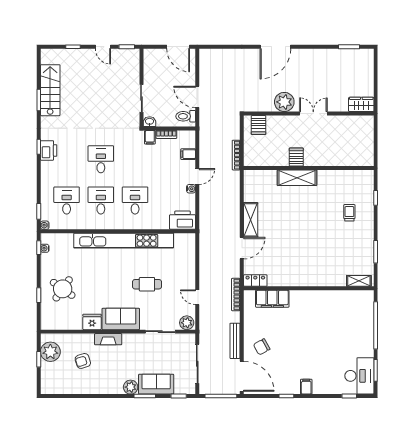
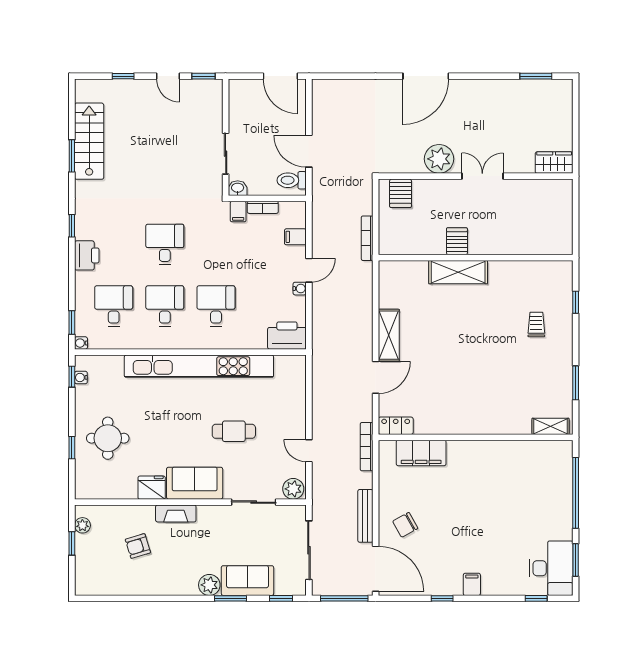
printer: (49, 150) -> (87, 255), moved
round table: (63, 289) -> (108, 438), turned -35
plant: (50, 352) -> (82, 525), width x0.53, depth x0.53

